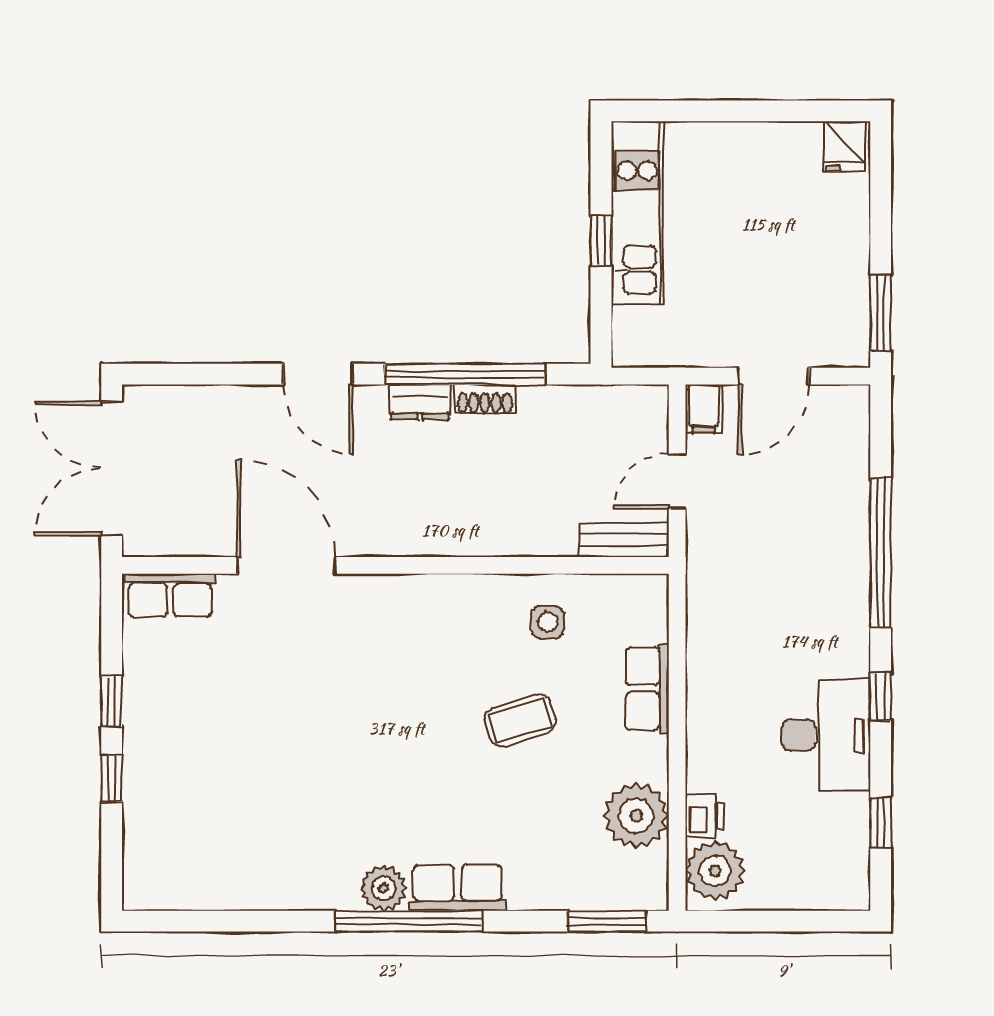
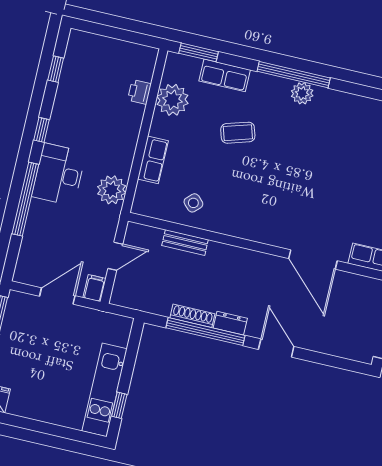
window: (601, 241) -> (119, 405), moved
shoe rack: (485, 399) -> (192, 316), width x1.43
bench: (624, 540) -> (185, 243), moved
side table: (548, 622) -> (193, 203), turned 45
coffee table: (521, 720) -> (238, 133), moved
desk: (826, 735) -> (59, 175), moved
plant: (715, 871) -> (112, 190), moved
row of seats: (458, 888) -> (225, 75), moved

